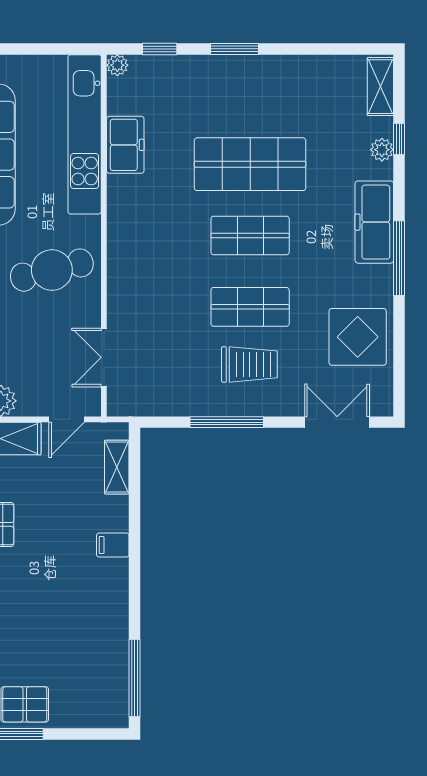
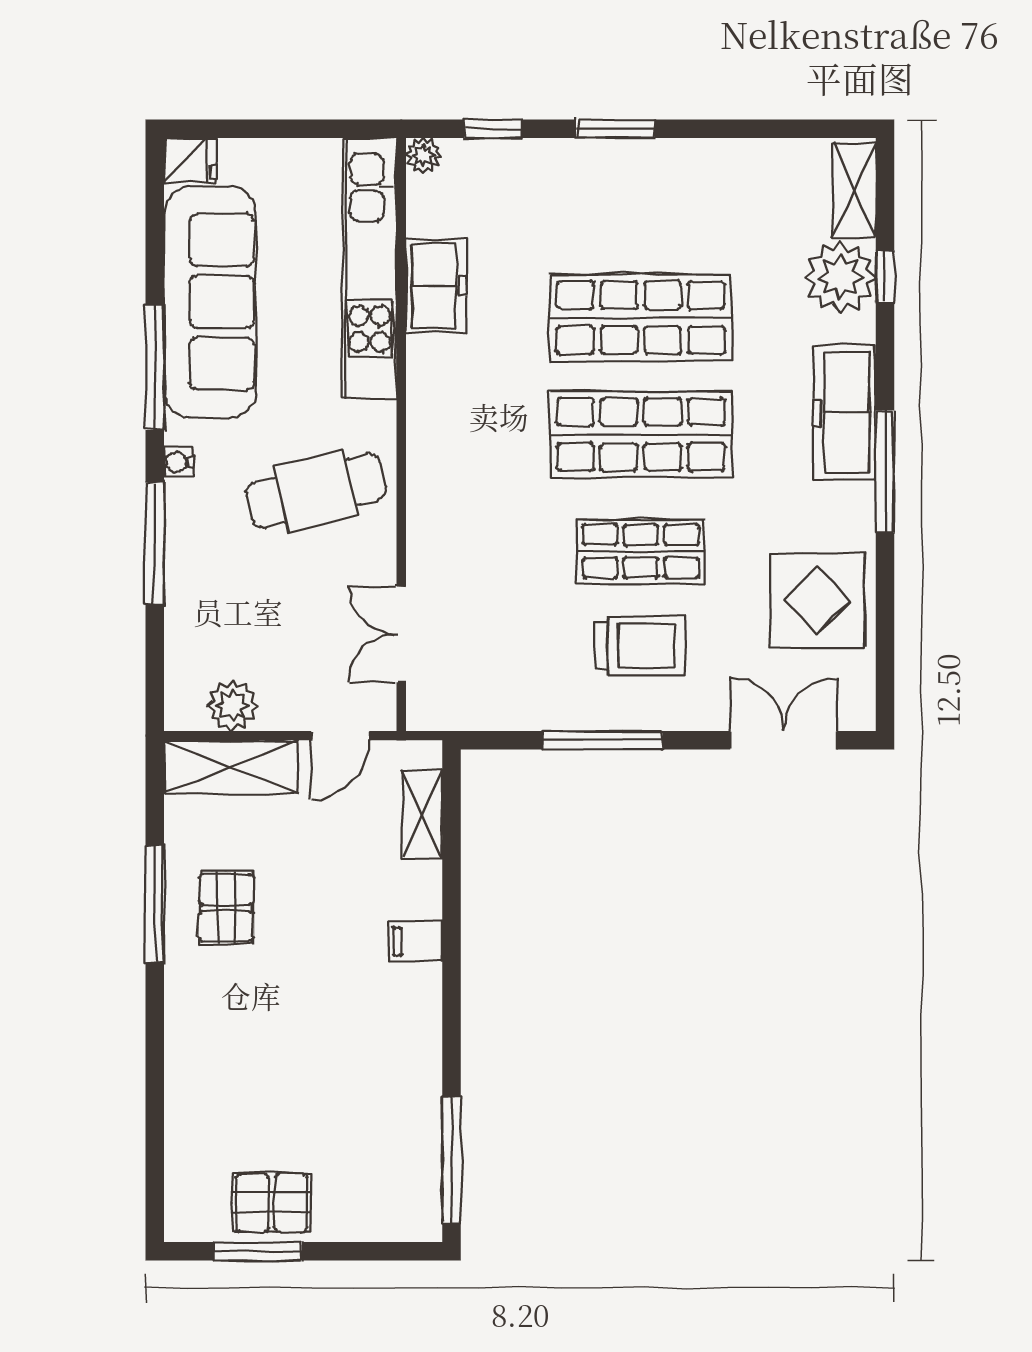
plant: (382, 150) -> (840, 277), width x1.88, depth x1.88
shop shelf: (250, 236) -> (641, 434), width x1.43, depth x1.36

